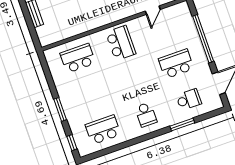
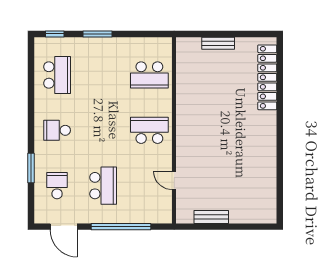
school desk: (121, 43) -> (149, 130), turned 180
school desk: (78, 58) -> (149, 75), turned 90
school desk: (189, 100) -> (57, 186), turned 180

